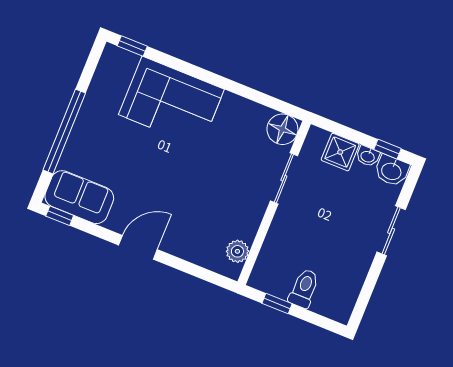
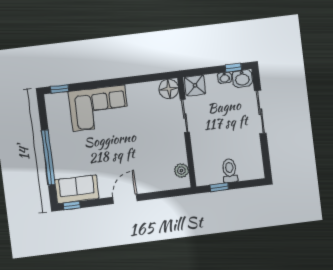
shower: (340, 152) -> (195, 85), moved
sliding door: (391, 231) -> (260, 112), width x1.37

